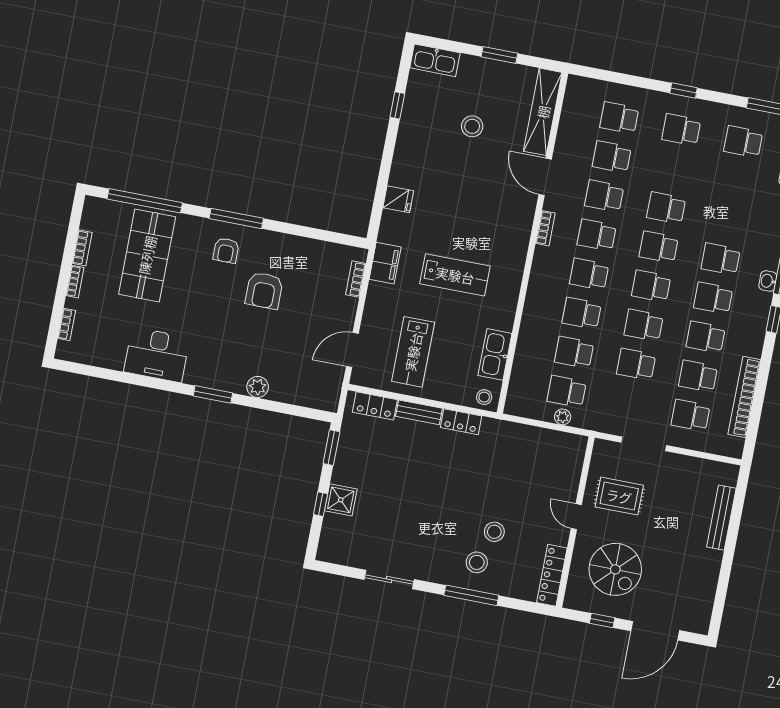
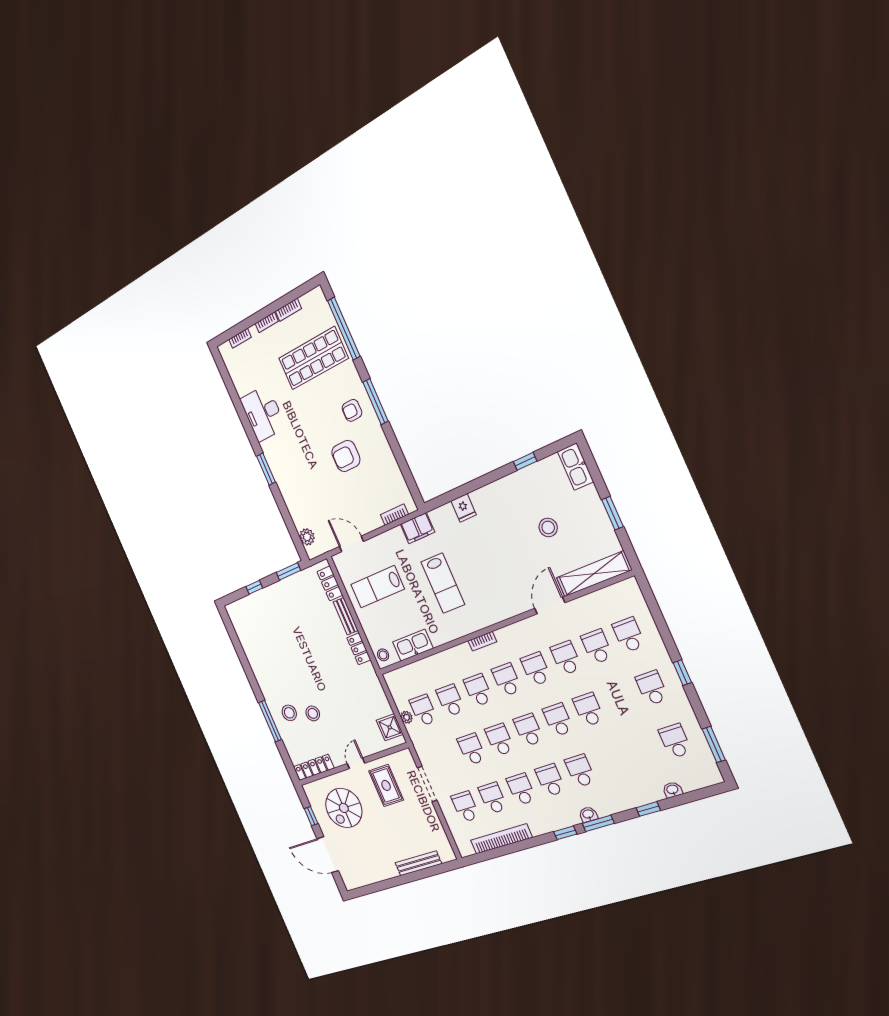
bookcase: (545, 228) -> (482, 641), moved
plant: (258, 387) -> (307, 537), moved
shower: (341, 500) -> (390, 727), moved
sliding door: (389, 579) -> (244, 662), removed

